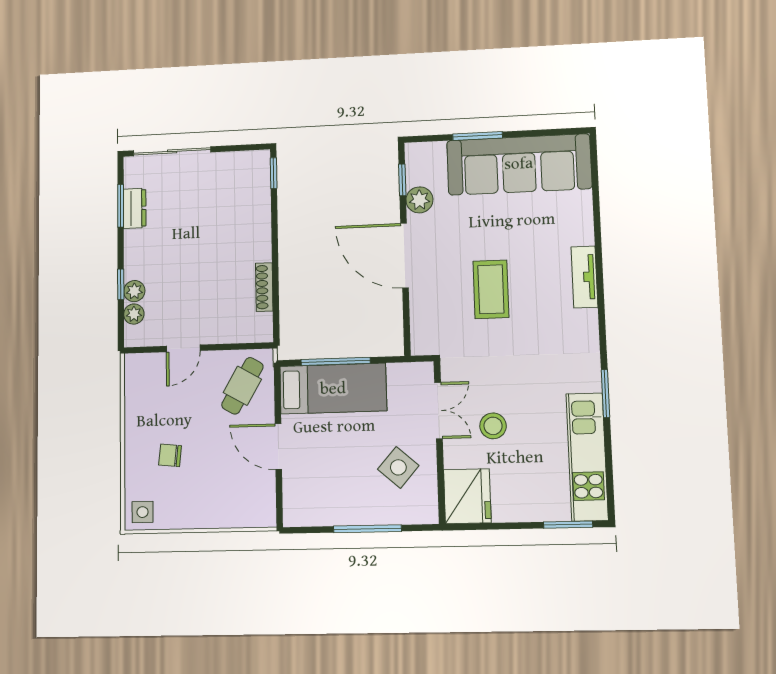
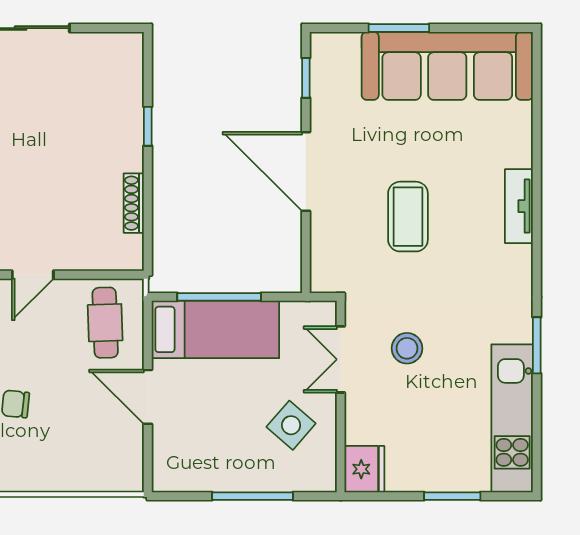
window: (274, 173) -> (148, 126), moved
plant: (419, 200) -> (326, 104), removed
cafe table: (242, 386) -> (105, 323), turned -32
double door: (438, 411) -> (341, 359), swing flipped
stool: (493, 426) -> (407, 348), moved
fridge: (467, 496) -> (364, 469), width x0.73, depth x0.75
window: (568, 525) -> (452, 496), moved

